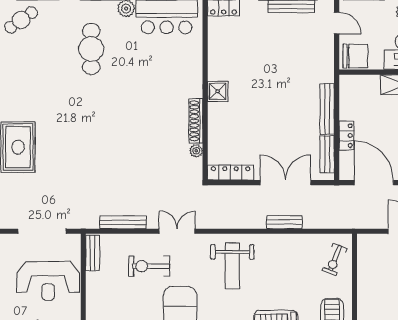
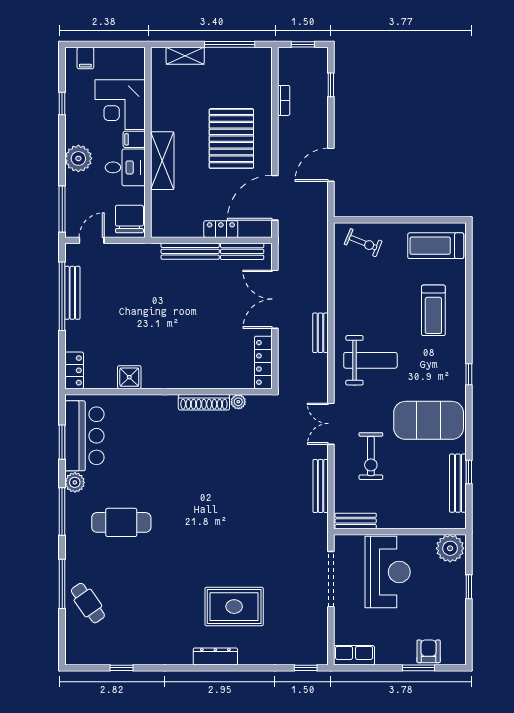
shower: (218, 91) -> (129, 377), moved
bench: (284, 222) -> (320, 333), moved

